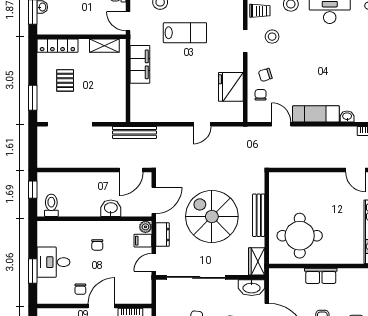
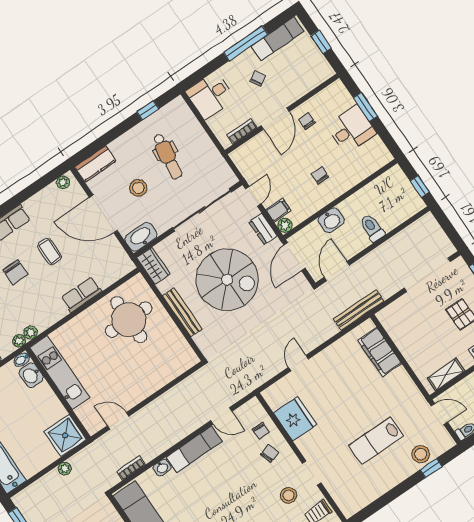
filing cabinet: (140, 64) -> (380, 352), moved
toilet: (51, 205) -> (372, 228), moved, turned 180

